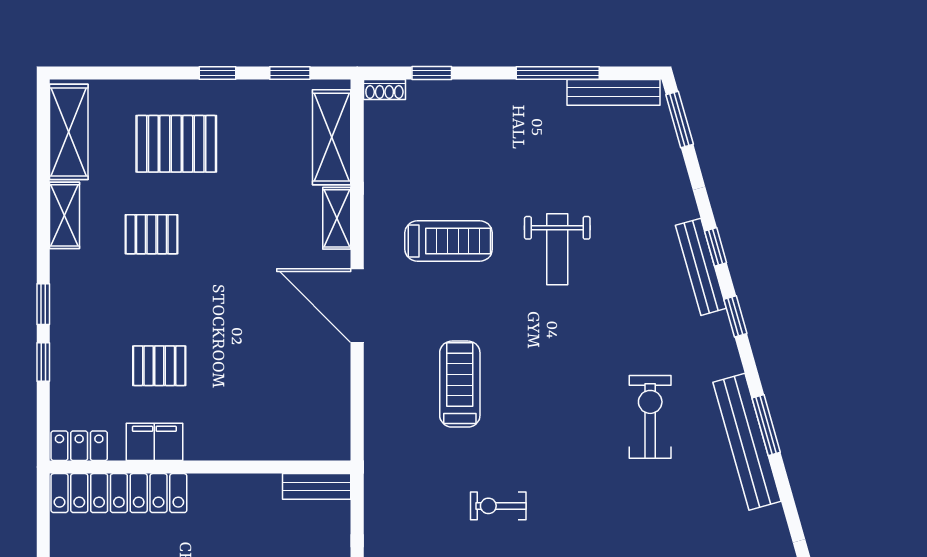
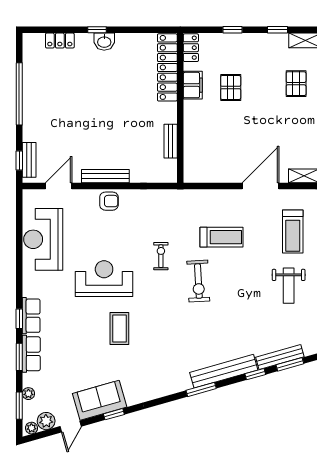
window: (716, 247) -> (290, 364), width x1.50
weight bench: (557, 249) -> (289, 286), turned -90
window: (43, 304) -> (277, 30), moved
exercise bike: (650, 417) -> (198, 281), moved, turned 87
bench: (747, 442) -> (224, 371), moved
bench: (317, 486) -> (171, 141), moved

